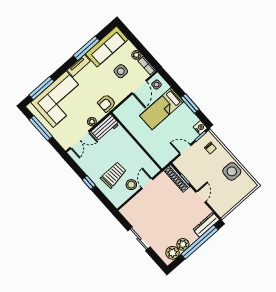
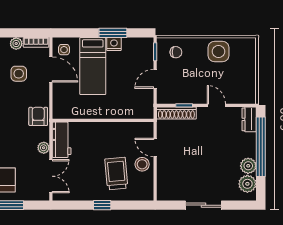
armchair: (107, 103) -> (38, 116), turned 180
nightstand: (200, 128) -> (114, 44), moved
dresser: (206, 225) -> (249, 119), width x0.70

